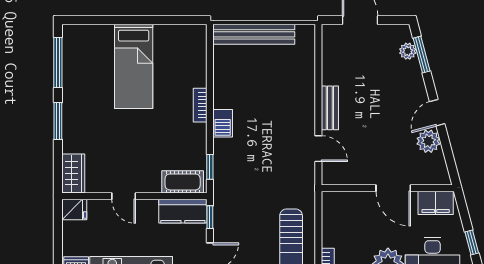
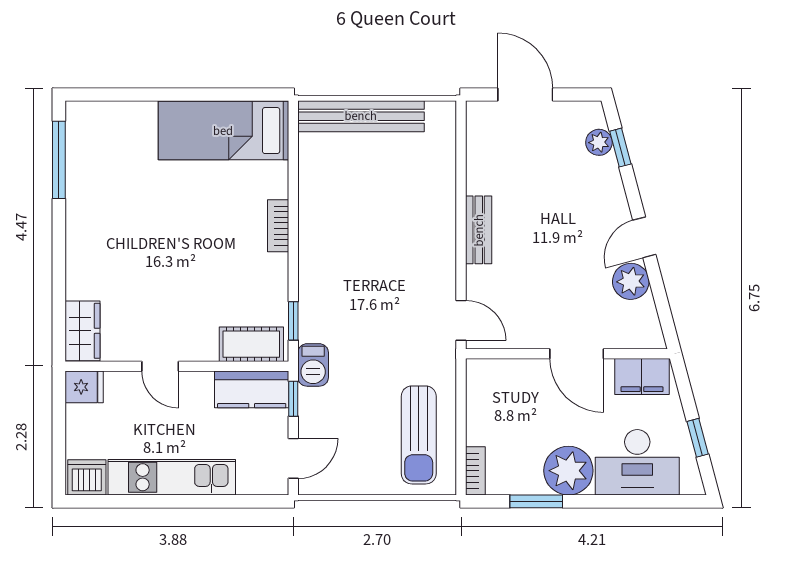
window: (422, 55) -> (620, 148), width x0.67
bed: (134, 66) -> (223, 131), moved, turned 90
window: (58, 121) -> (59, 250), removed
barbecue: (223, 123) -> (313, 365), moved
door: (318, 149) -> (461, 320), moved

